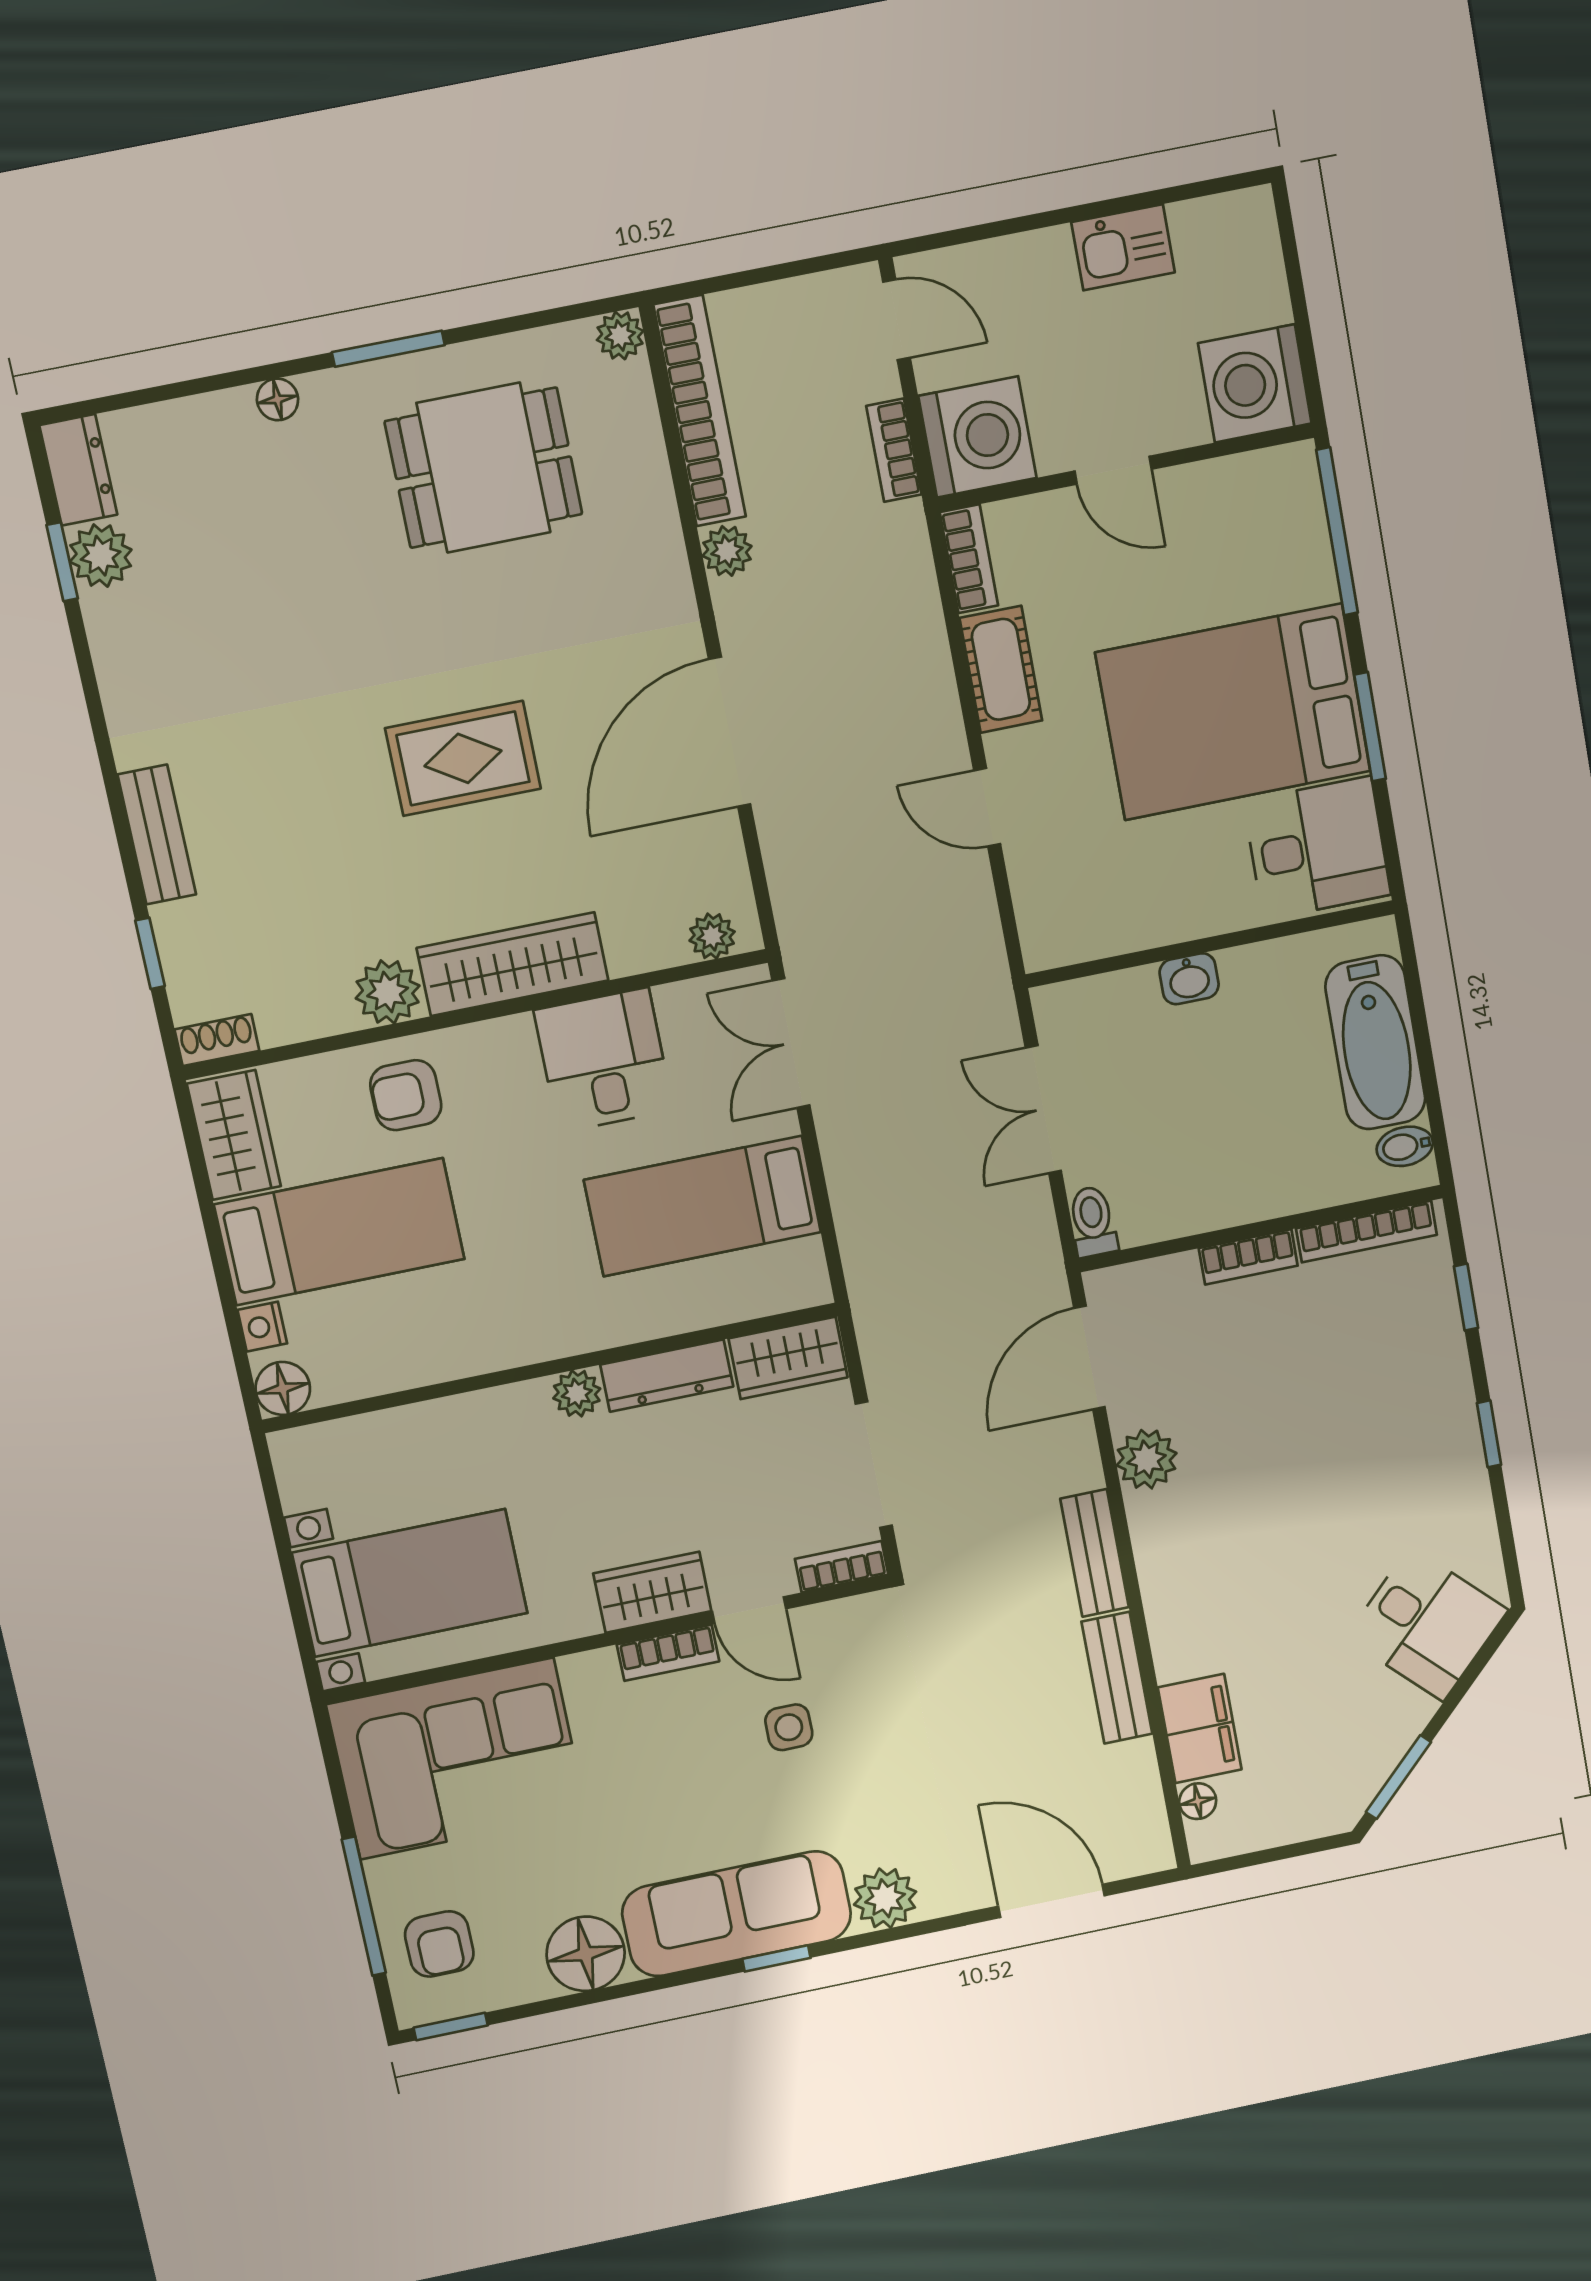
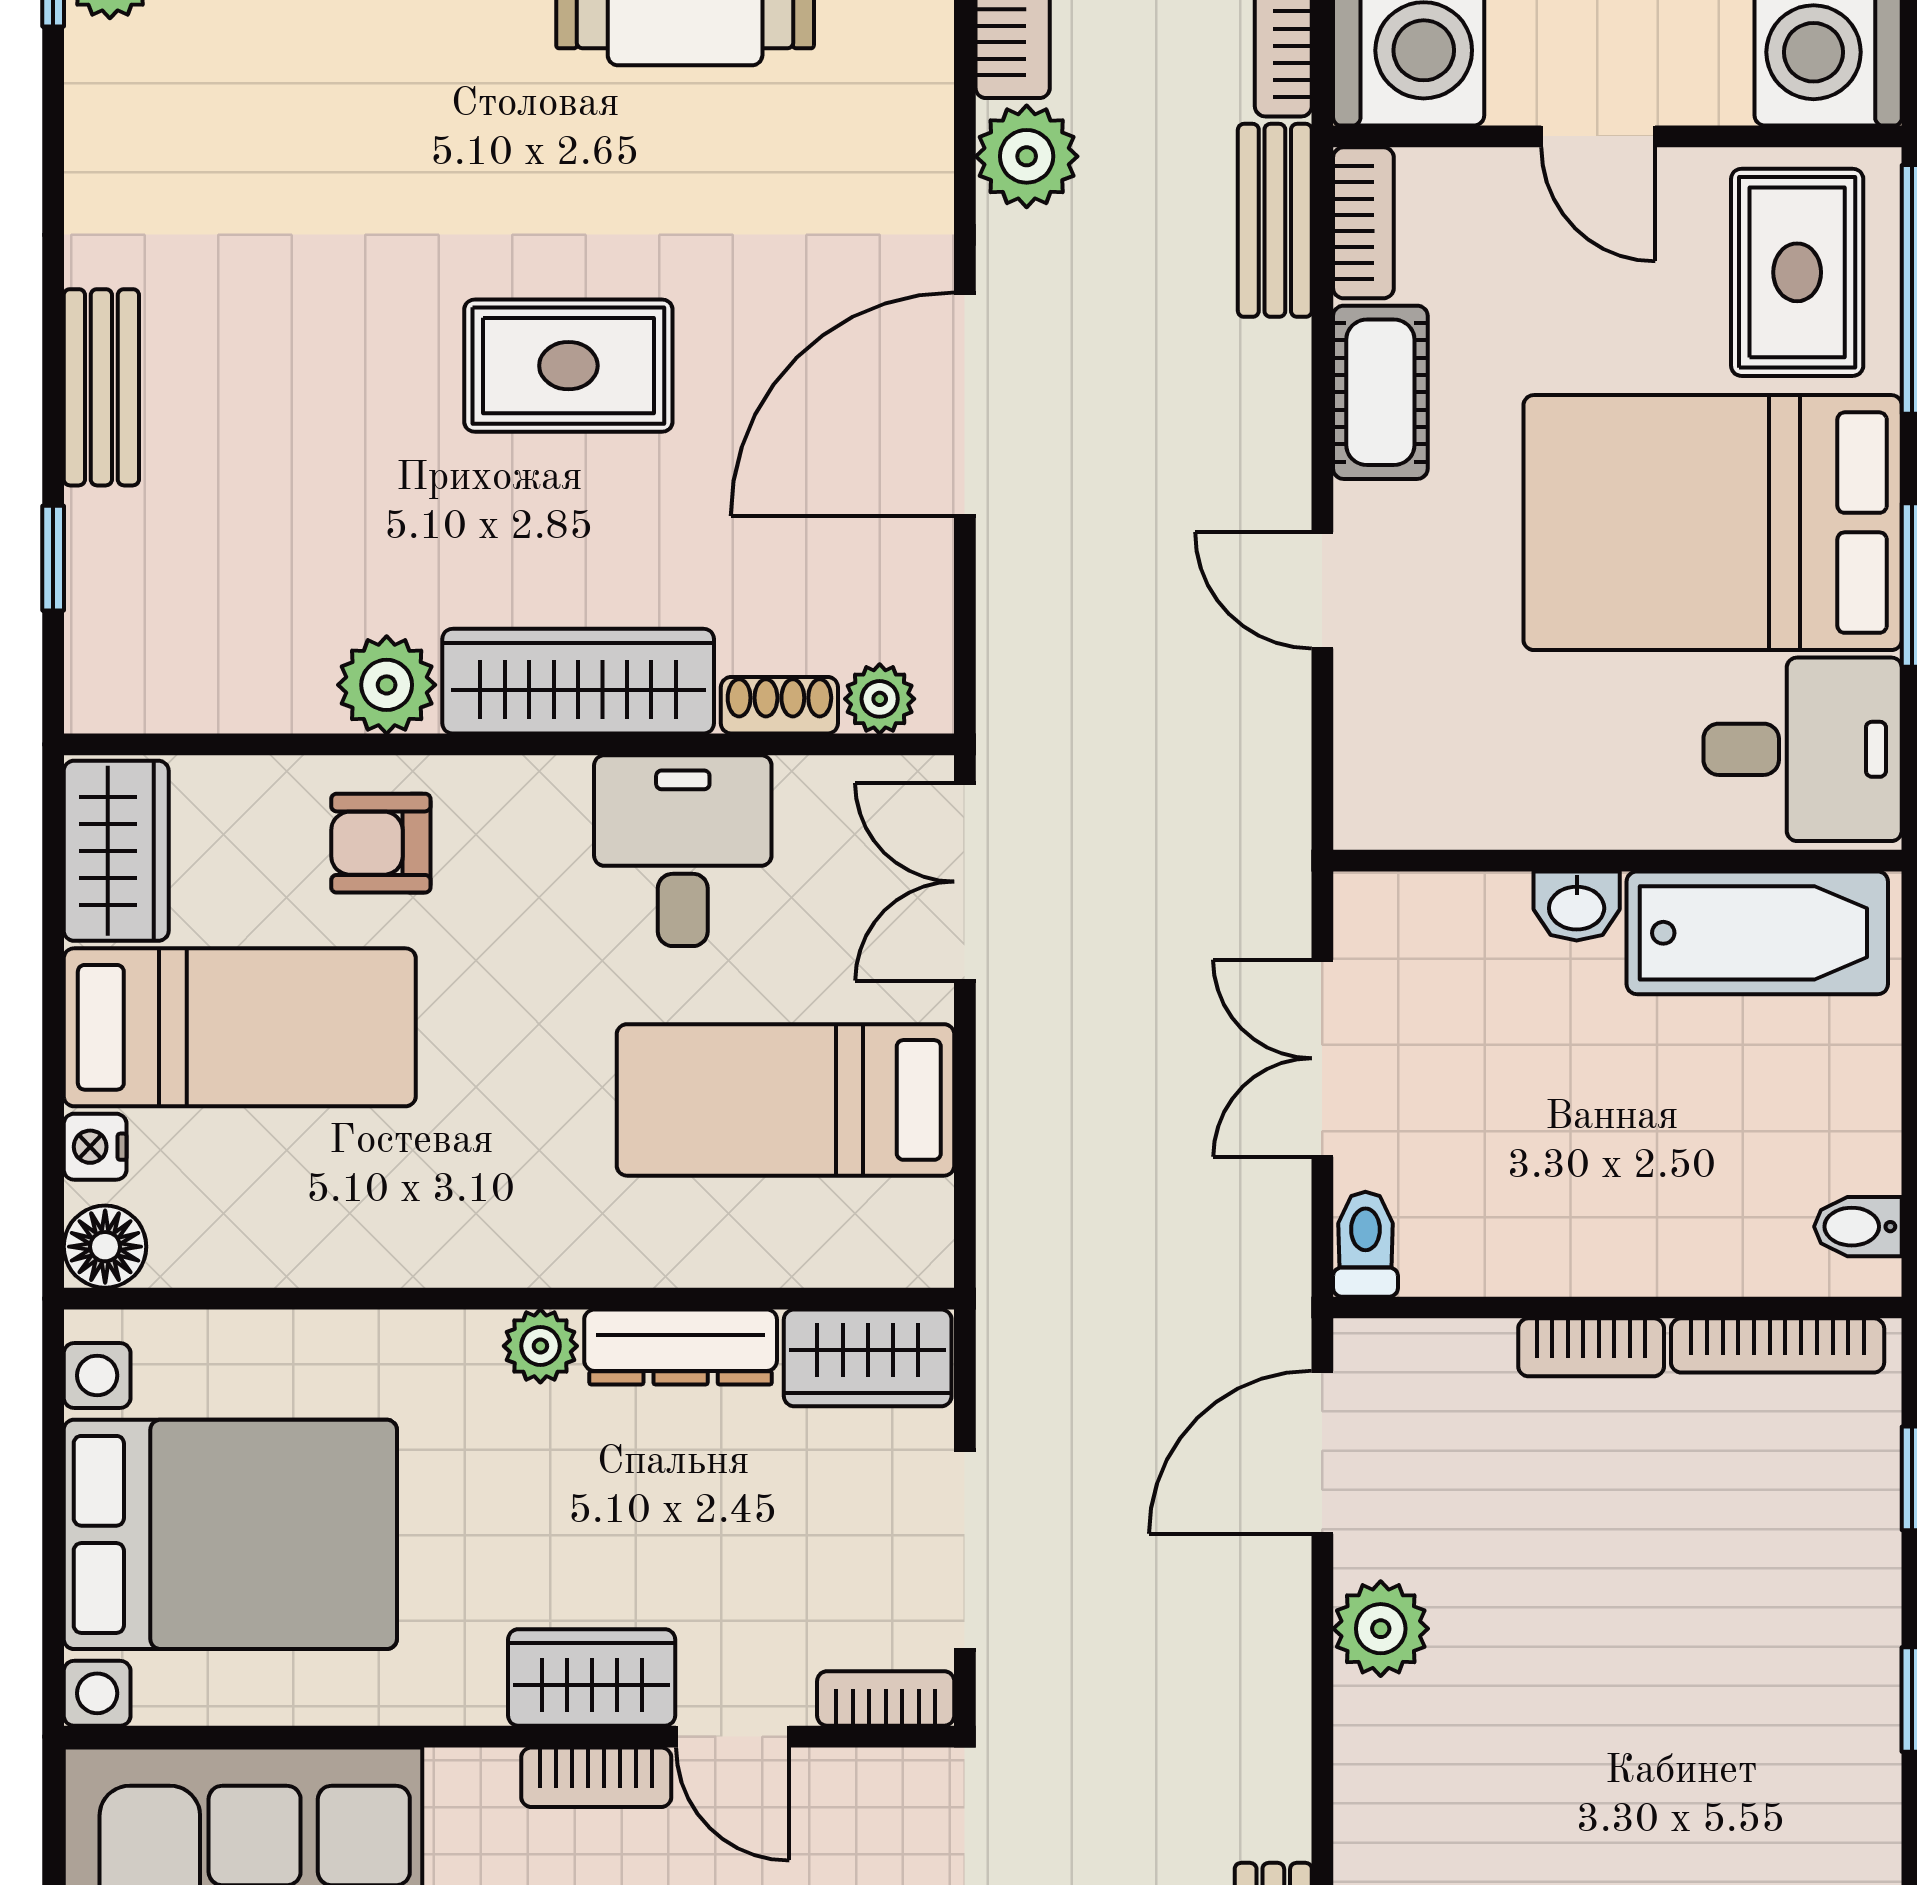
rug: (1260, 535) -> (1797, 272), added
plant: (727, 551) -> (1027, 156), width x1.38, depth x1.38
shoe rack: (217, 1040) -> (779, 705), moved
bathtub: (1375, 1042) -> (1757, 933), moved, turned -90
bench: (1095, 1553) -> (1275, 220), moved
bed with nightstands: (410, 1583) -> (230, 1534), width x1.36

